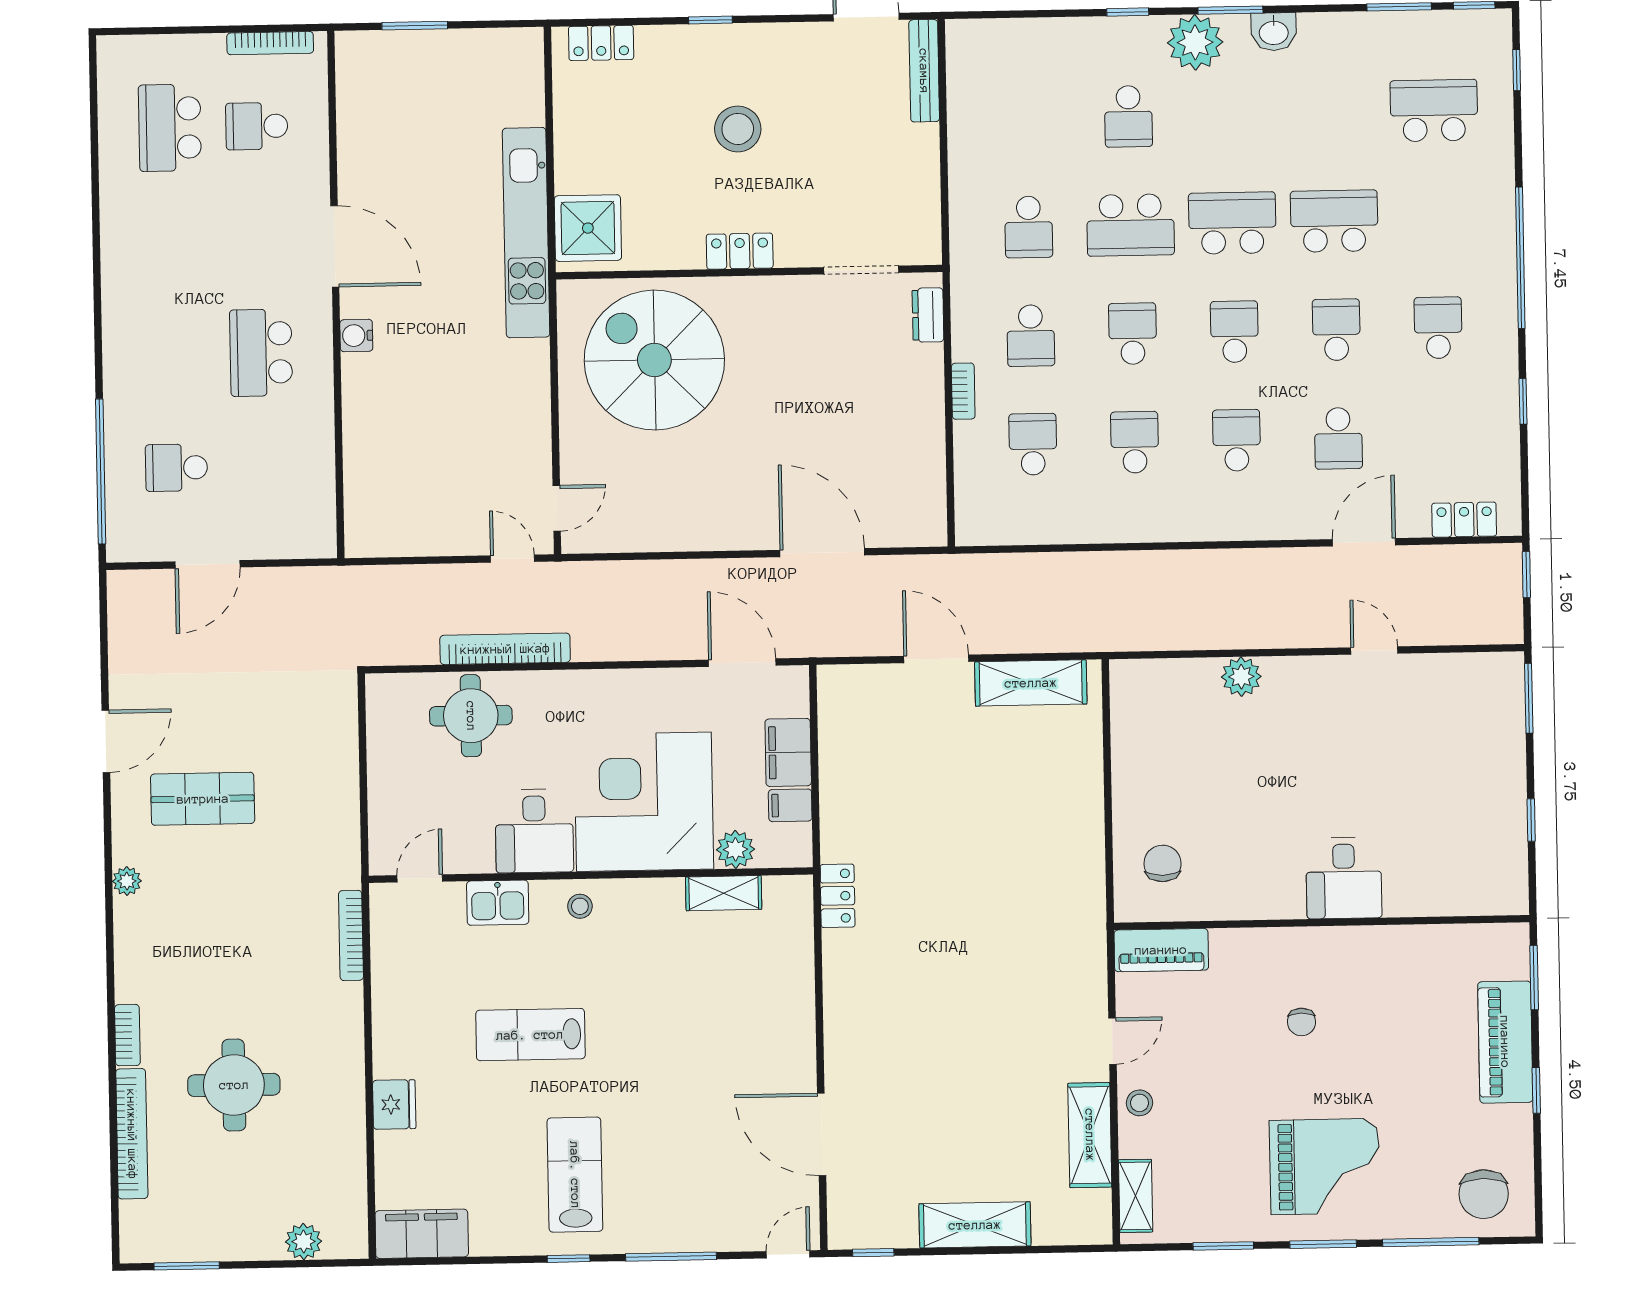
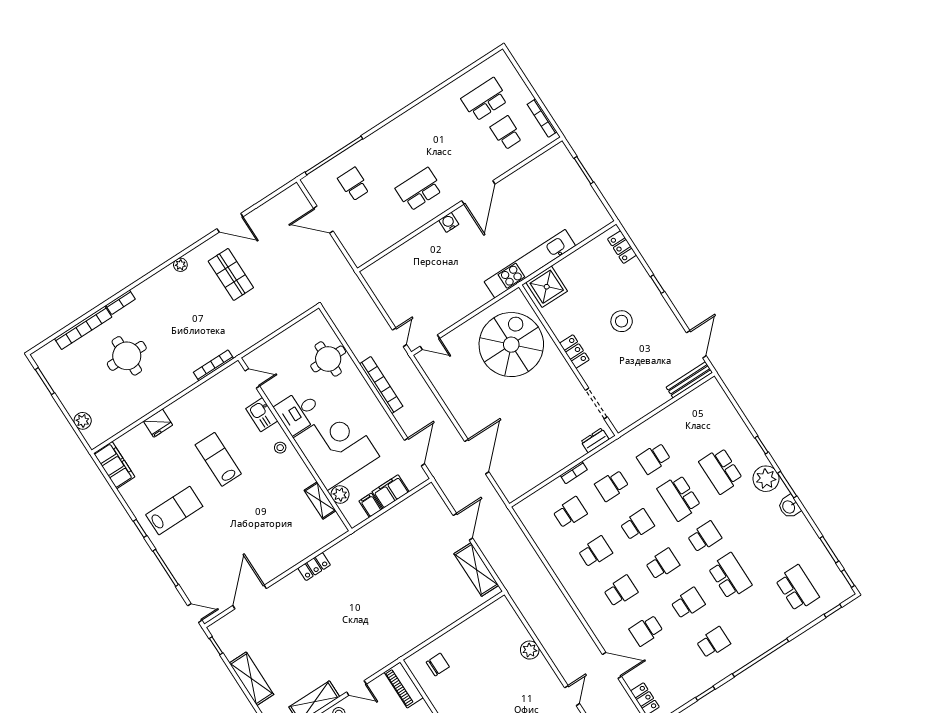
school desk: (1128, 116) -> (721, 471), width x1.85
school desk: (1232, 223) -> (704, 537), width x0.54
bookcase: (505, 649) -> (381, 385), moved
locker: (838, 896) -> (314, 567), moved

